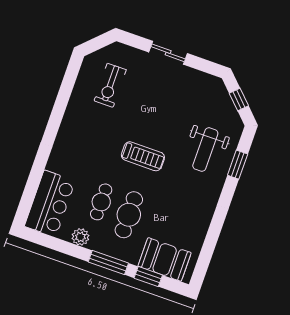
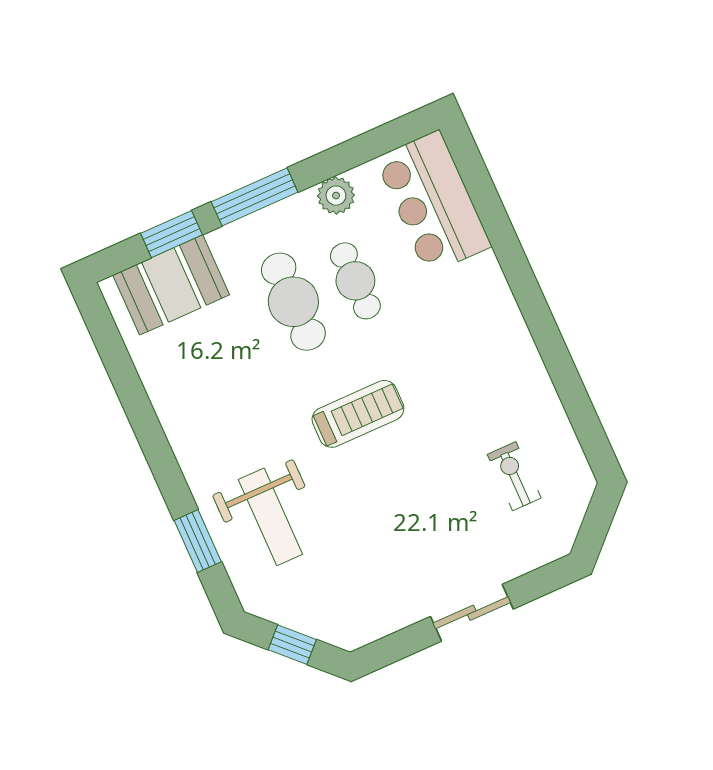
exercise bike: (110, 85) -> (514, 476), width x0.73, depth x0.72
weight bench: (205, 150) -> (270, 517), turned 180
treadmill: (143, 156) -> (358, 414), turned 180

